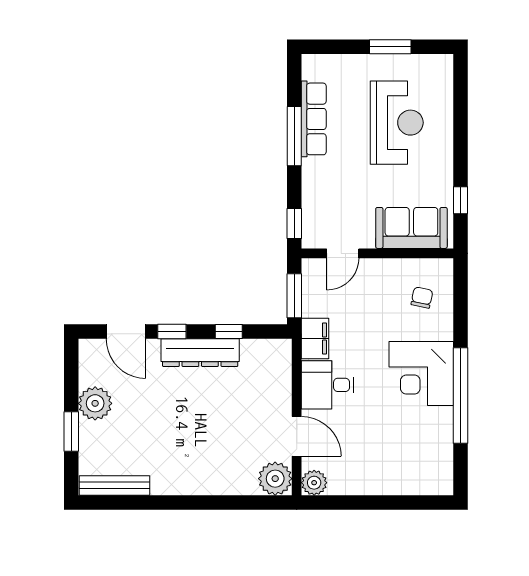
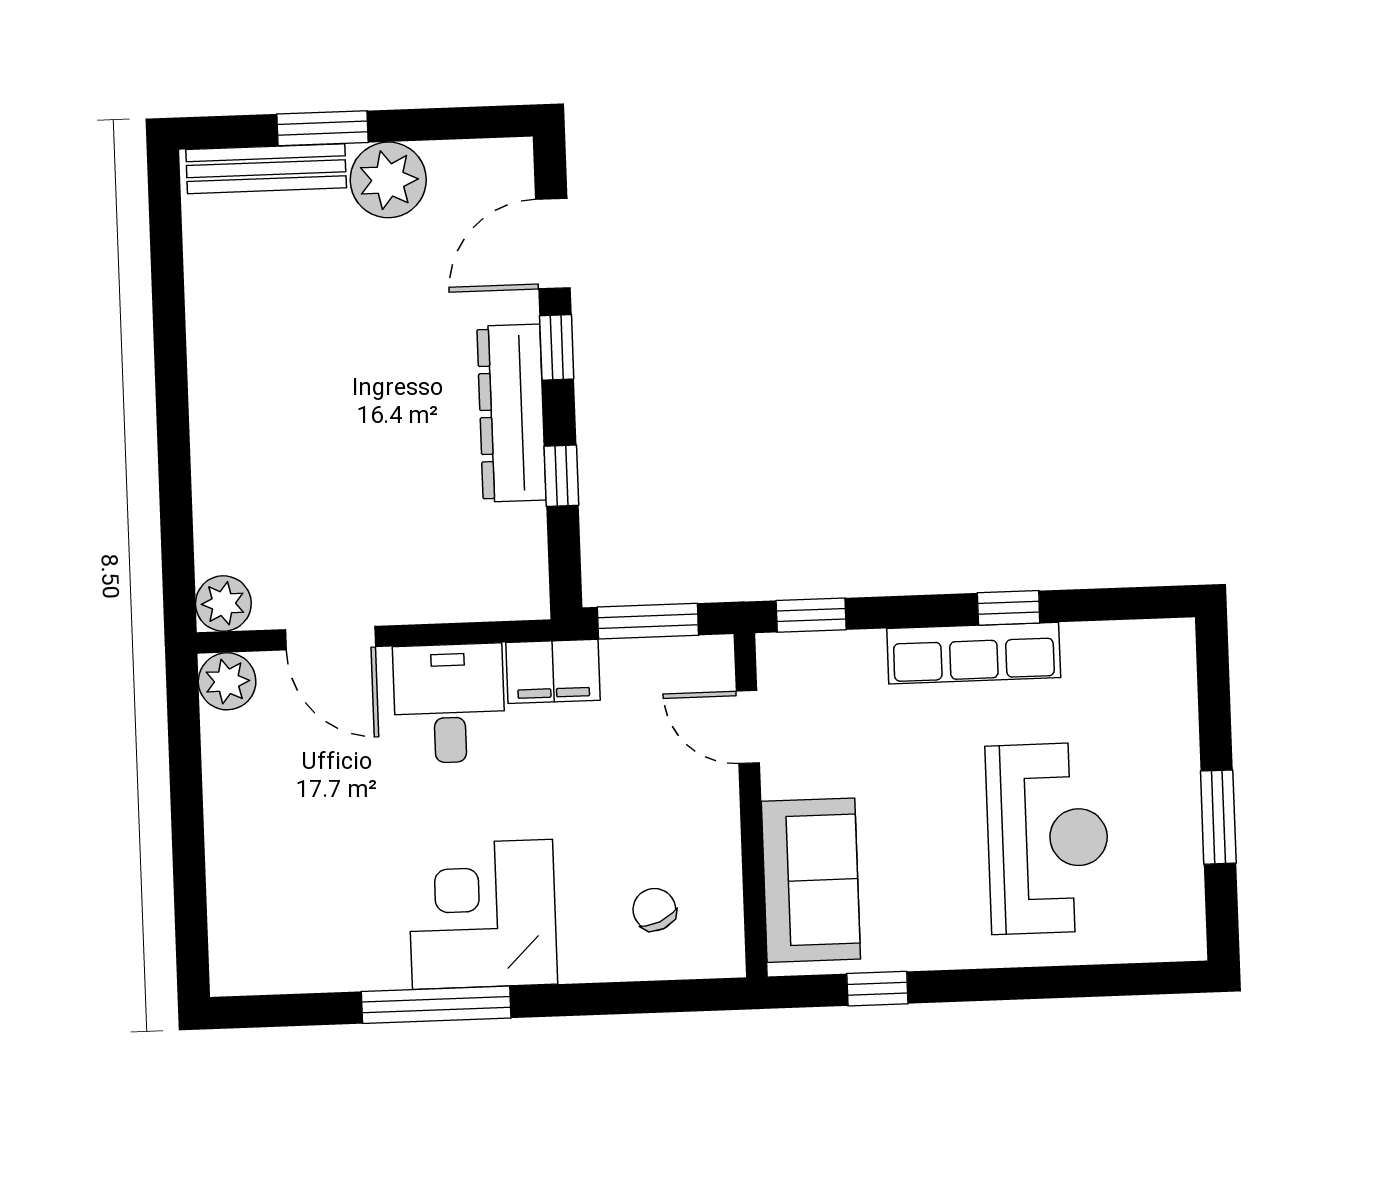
row of seats: (314, 119) -> (974, 653), moved
reception desk: (397, 123) -> (1048, 838), turned -90
window: (294, 136) -> (1009, 608), width x0.46
chair: (422, 298) -> (654, 910), turned -126
window: (460, 396) -> (436, 1005), width x0.68
door: (297, 436) -> (330, 638), hinge flipped
plant: (275, 479) -> (223, 604), width x0.73, depth x0.73
bench: (114, 486) -> (266, 169), moved, turned 90

